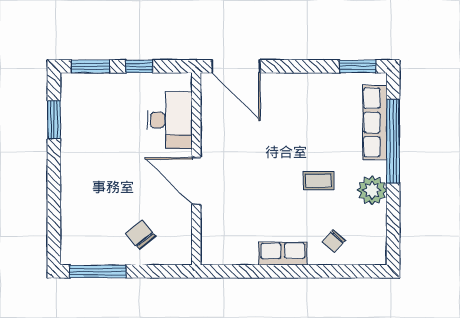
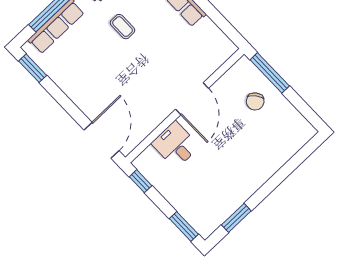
window: (139, 66) -> (141, 181), moved
desk: (170, 120) -> (175, 145), width x0.73
window: (98, 271) -> (270, 73), moved

